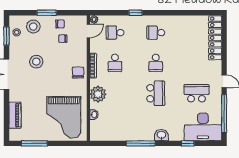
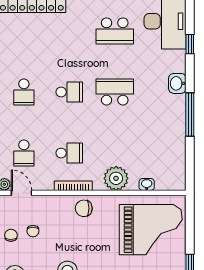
school desk: (196, 93) -> (115, 31), turned -90

